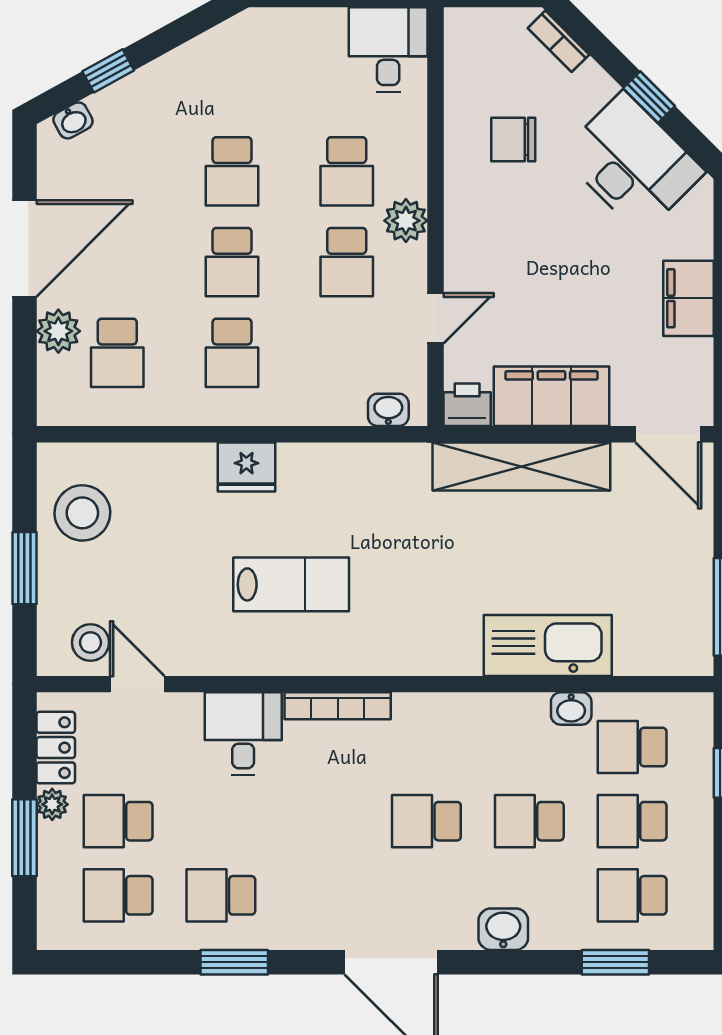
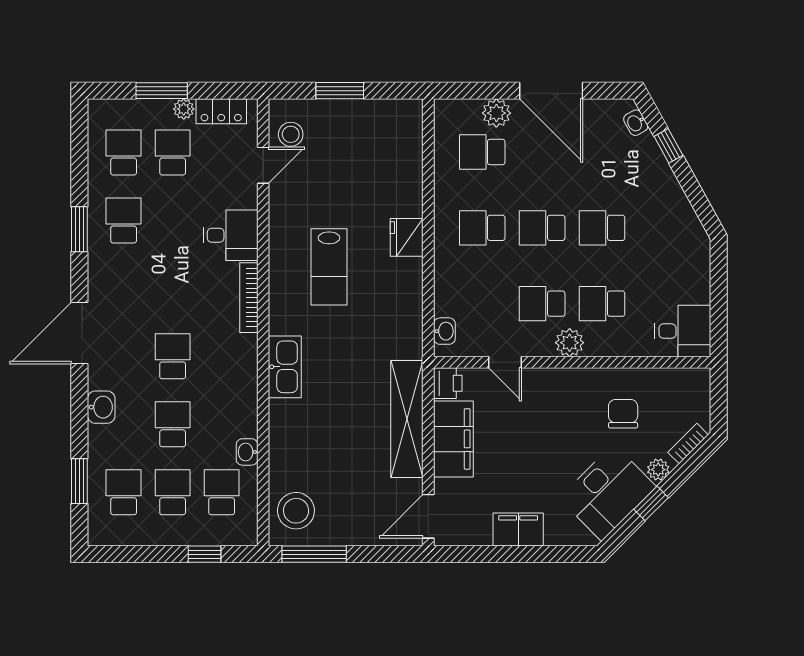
plant: (598, 86) -> (658, 470), added
stool: (82, 513) -> (296, 511), moved
kitchen sink: (548, 645) -> (285, 367), moved, width x0.73, depth x0.81

